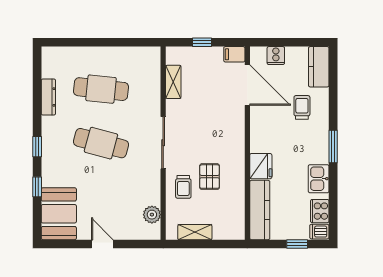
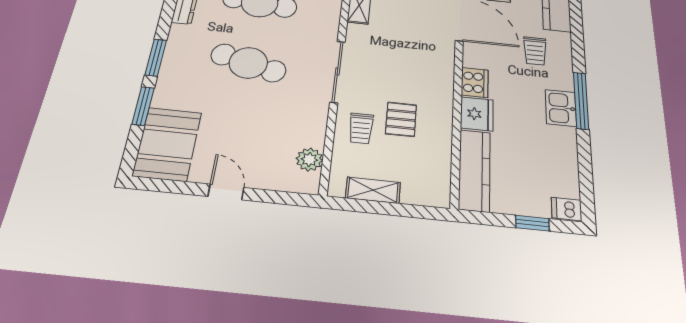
trolley: (302, 107) -> (535, 51), turned 180
window: (333, 146) -> (581, 101), width x1.44
window: (37, 147) -> (156, 58), width x1.50
kitchen sink: (319, 179) -> (561, 108), moved
window: (37, 187) -> (143, 106), width x1.50
cooker: (320, 211) -> (475, 82), moved, turned 180

